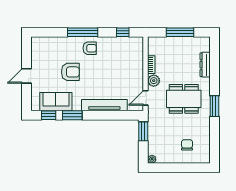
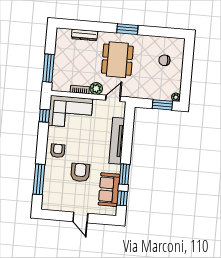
window: (83, 32) -> (39, 179), moved
window: (180, 32) -> (48, 68), moved
corner sofa: (129, 57) -> (70, 112), added
door: (146, 98) -> (113, 98), swing flipped
window: (143, 131) -> (162, 105), moved

